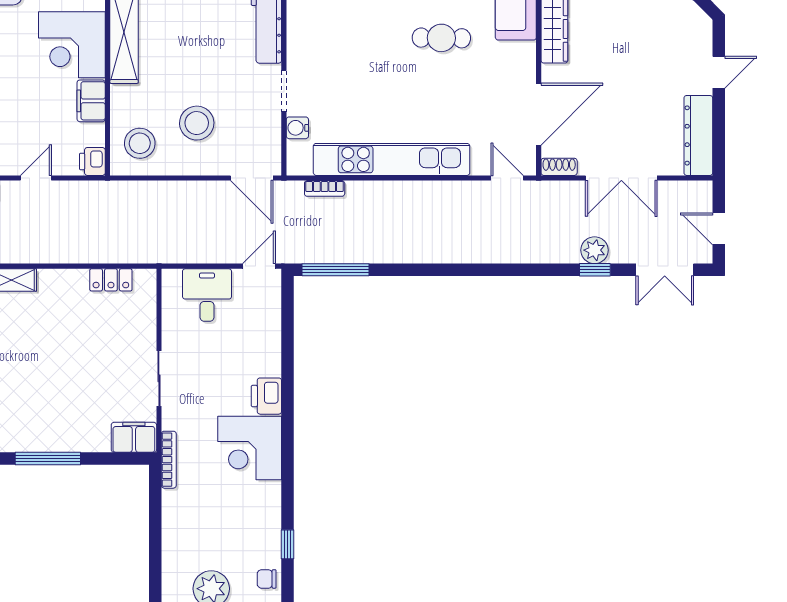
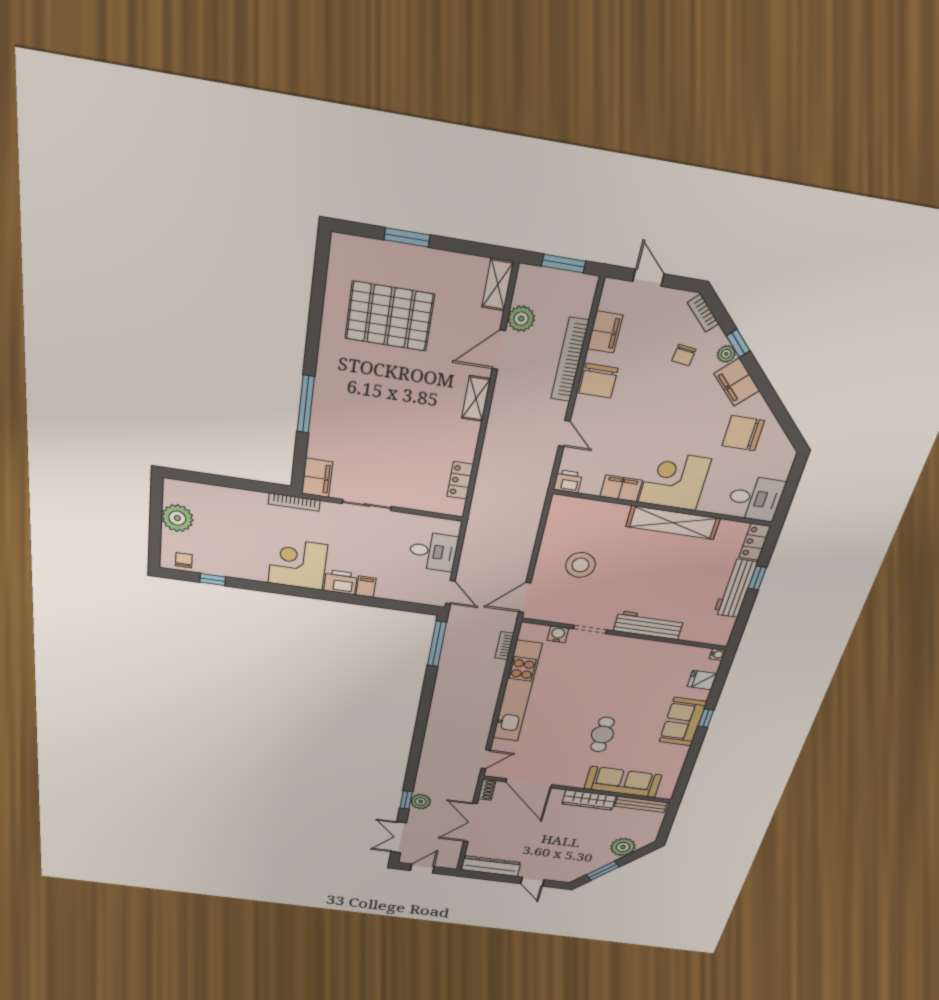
stool: (140, 143) -> (574, 520), removed
filing cabinet: (268, 366) -> (366, 587), added

